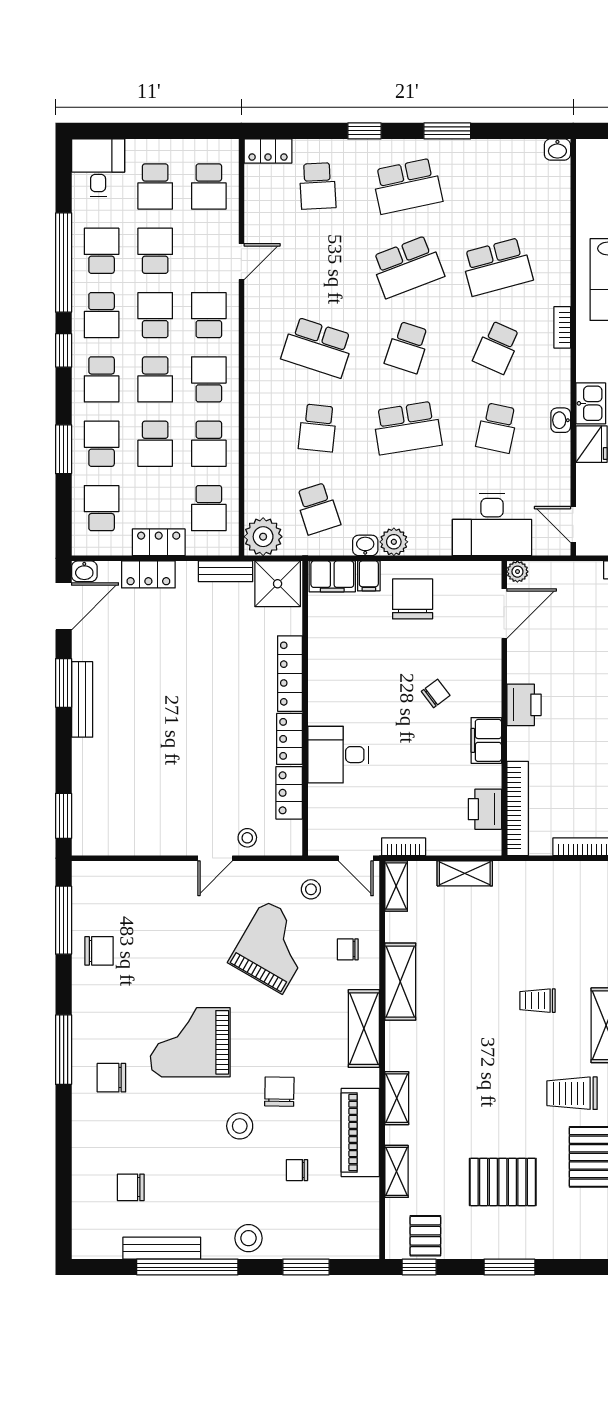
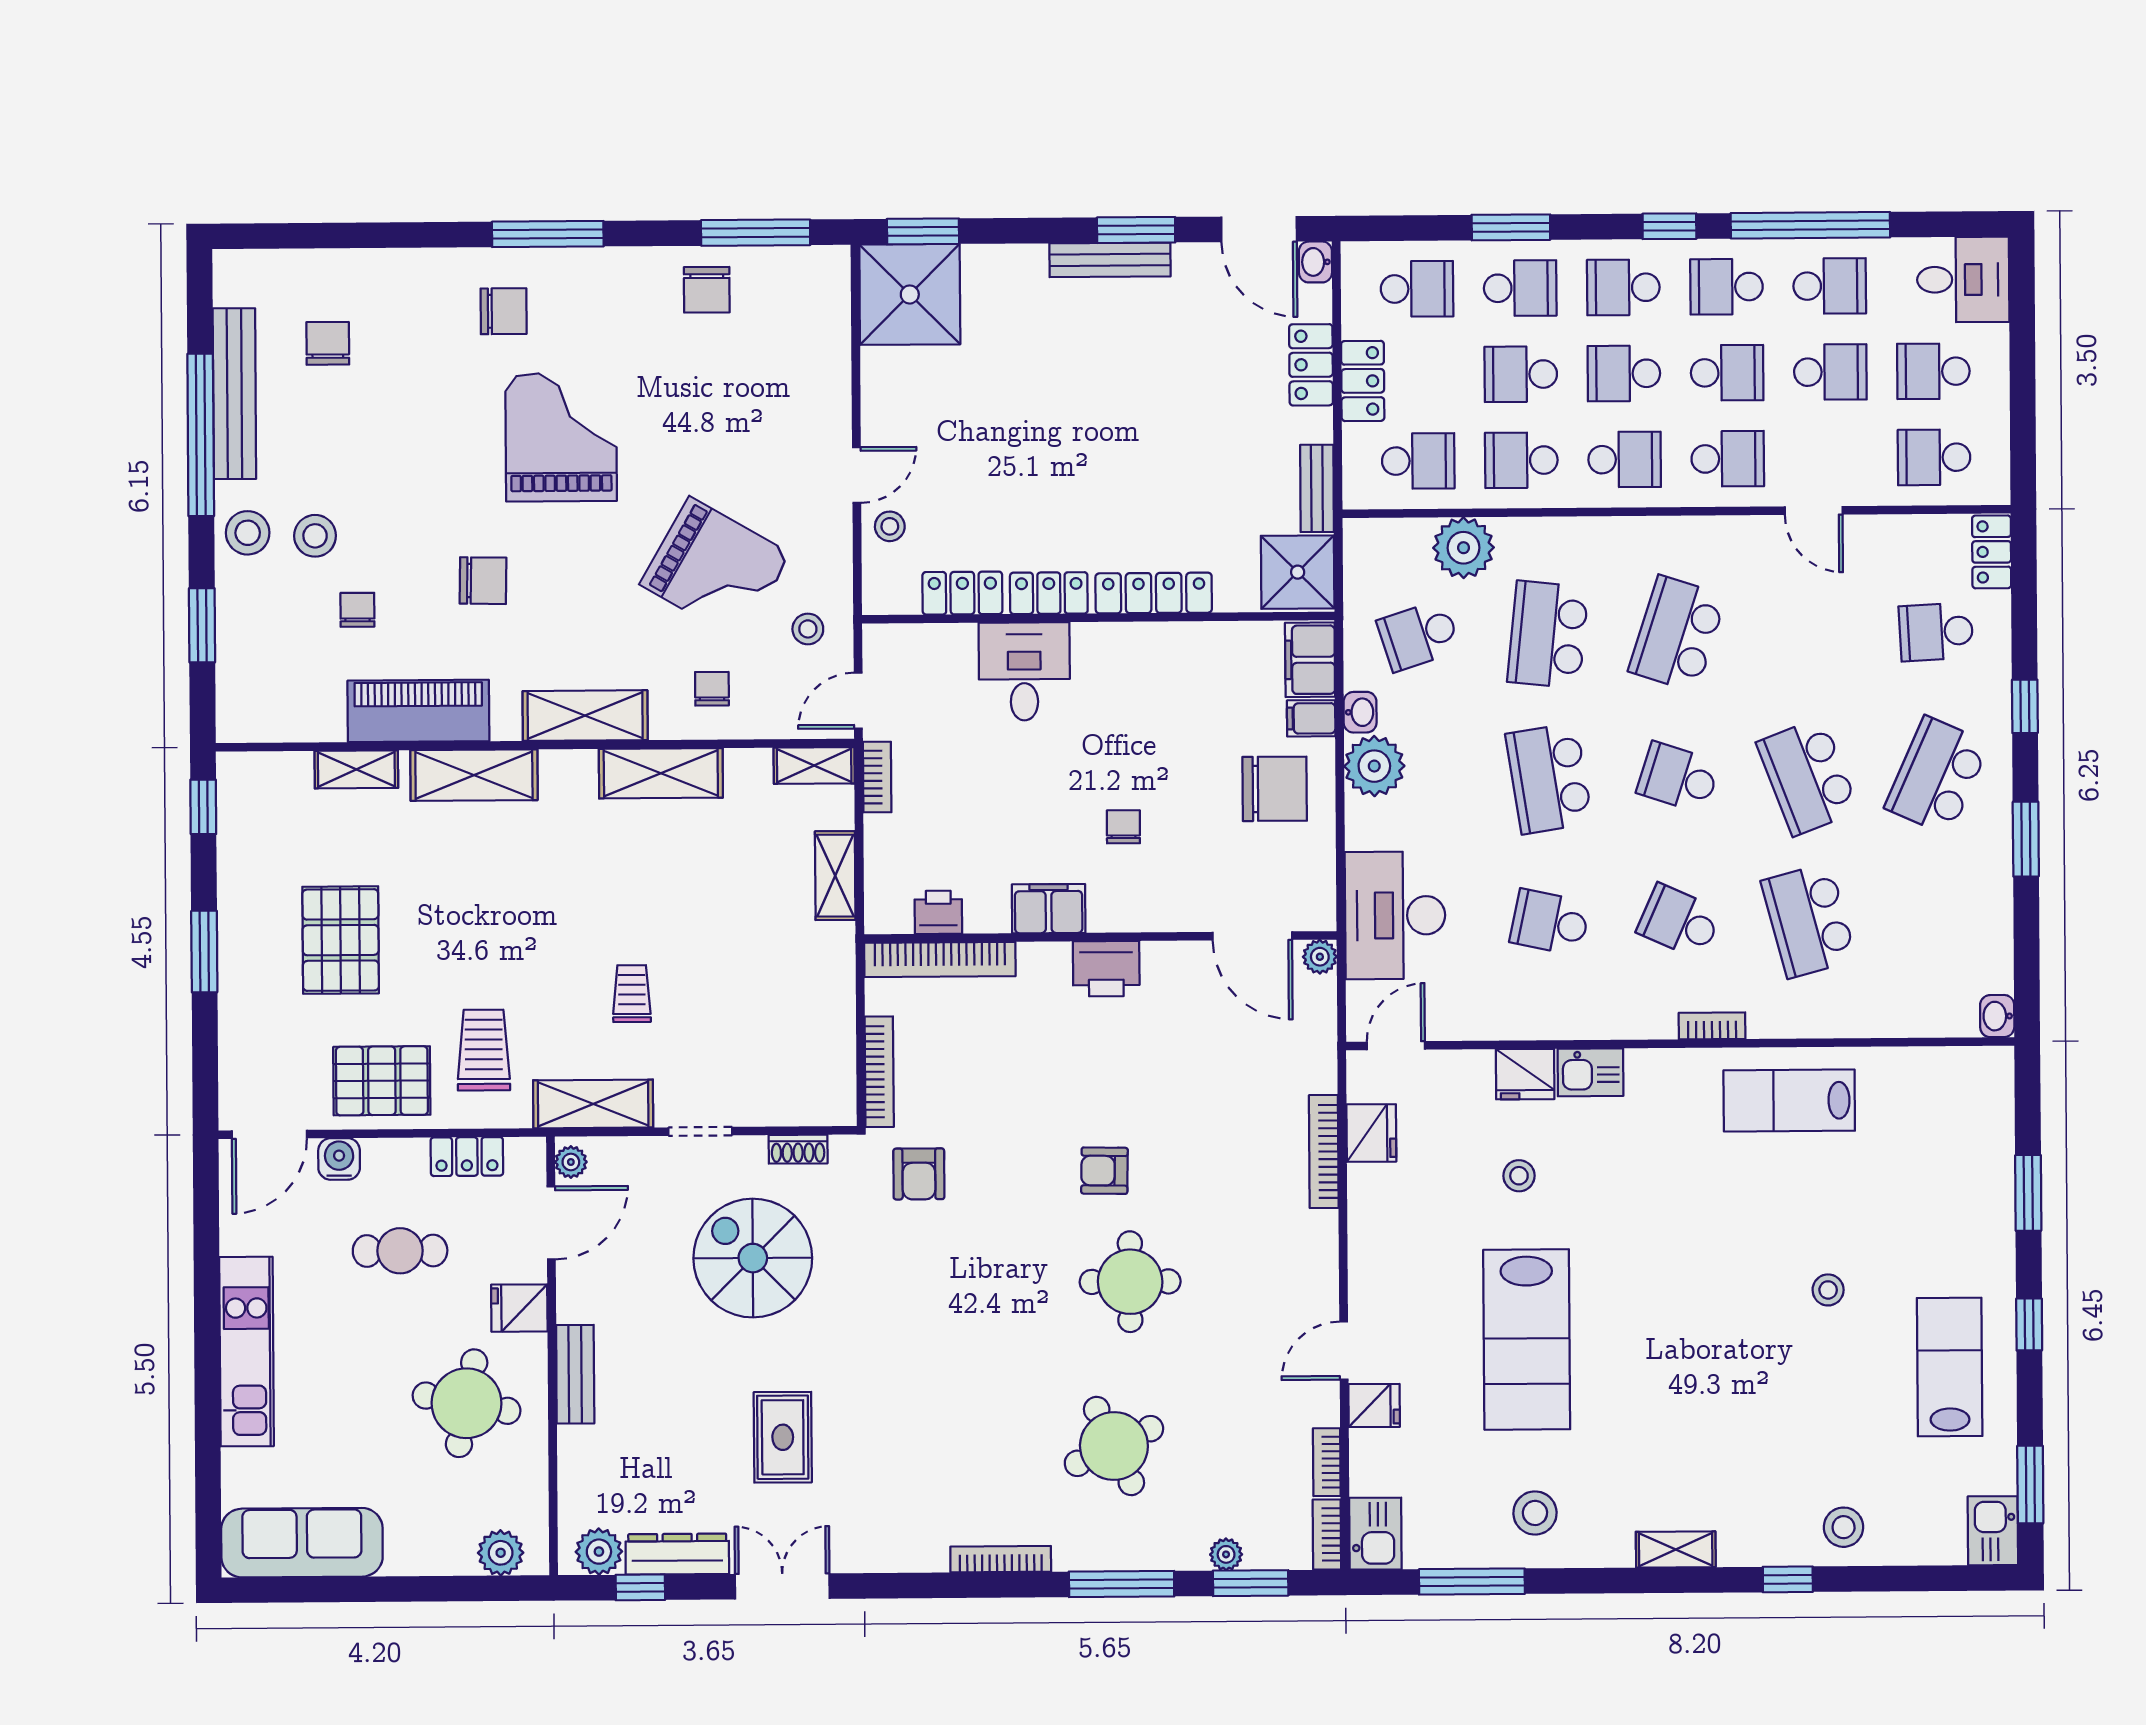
school desk: (407, 186) -> (1937, 776), turned 36
washbasin: (561, 420) -> (1563, 1024), removed
school desk: (318, 428) -> (1548, 635), width x1.85
school desk: (209, 508) -> (1418, 461), turned 180
plant: (263, 537) -> (1464, 548), moved
plant: (394, 542) -> (1374, 766), width x1.36, depth x1.36
chair: (436, 693) -> (1123, 827), turned -143
printer: (485, 809) -> (938, 912), width x0.73, depth x0.81
shower: (103, 824) -> (910, 294), added
door: (215, 858) -> (857, 475), swing flipped
chair: (111, 1078) -> (504, 311), turned 90
shelving: (397, 1098) -> (474, 775), width x1.50, depth x1.33
stool: (240, 1126) -> (315, 536), moved
pallet: (425, 1236) -> (253, 816), removed
bench: (162, 1248) -> (234, 394), width x1.37, depth x1.21

